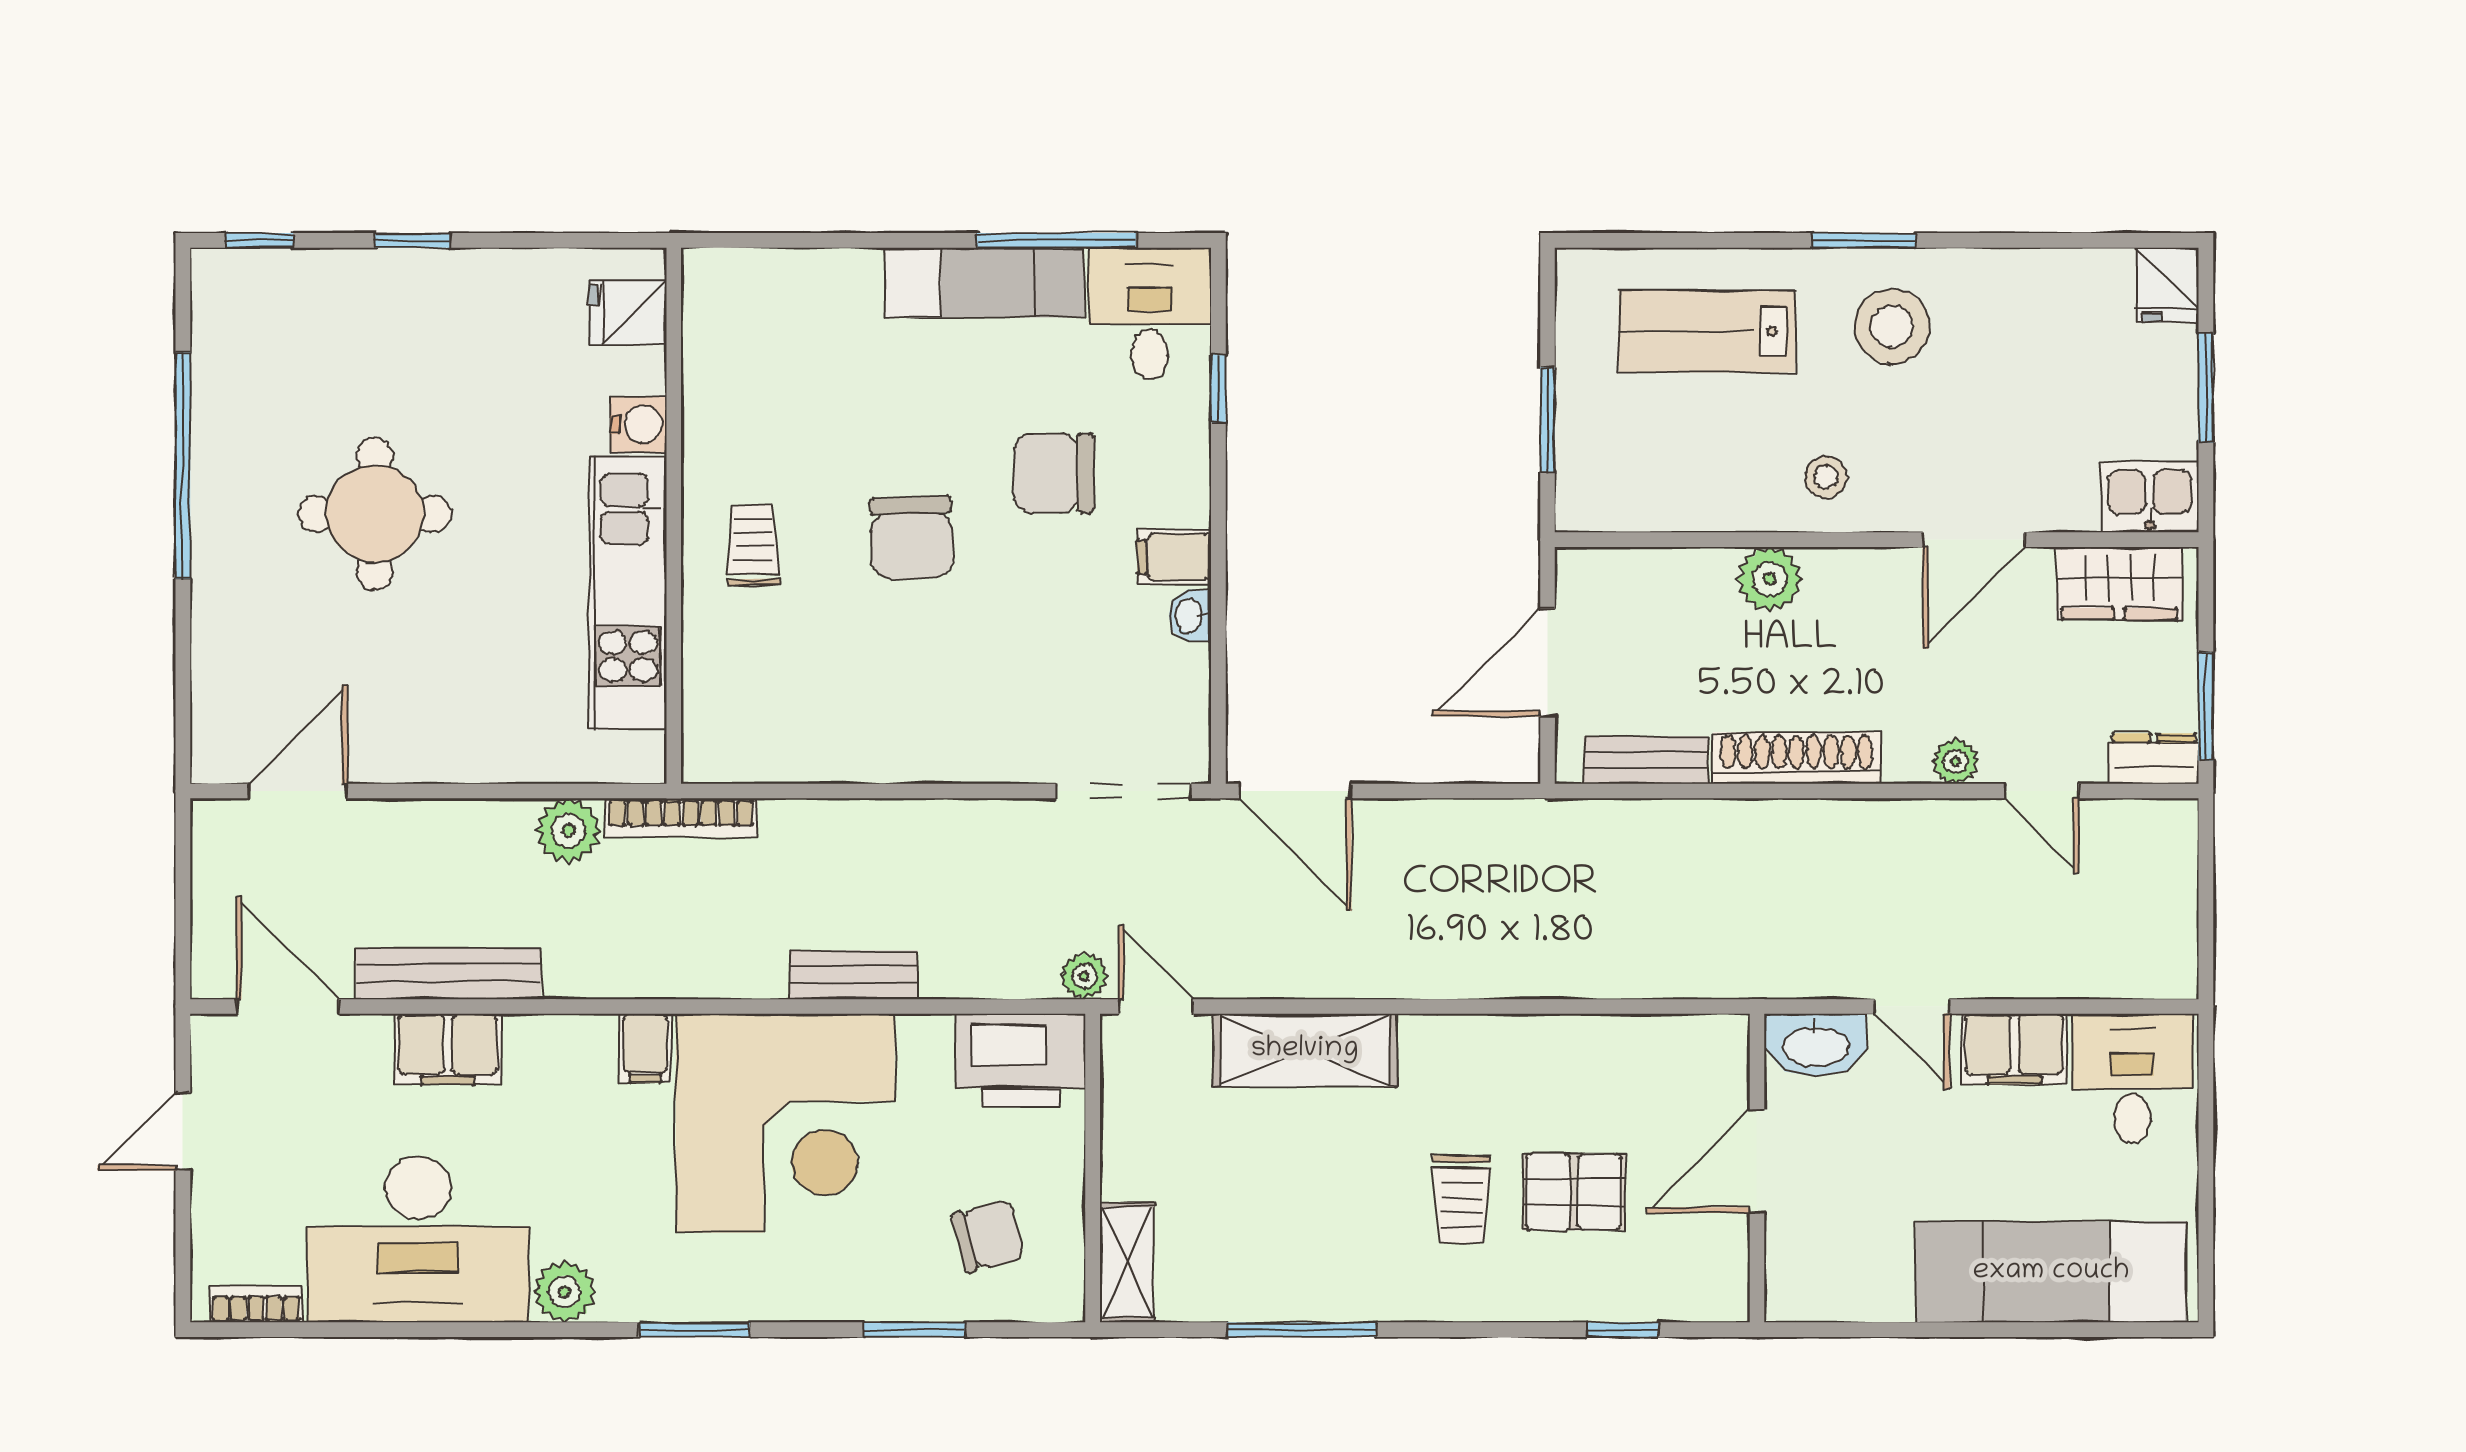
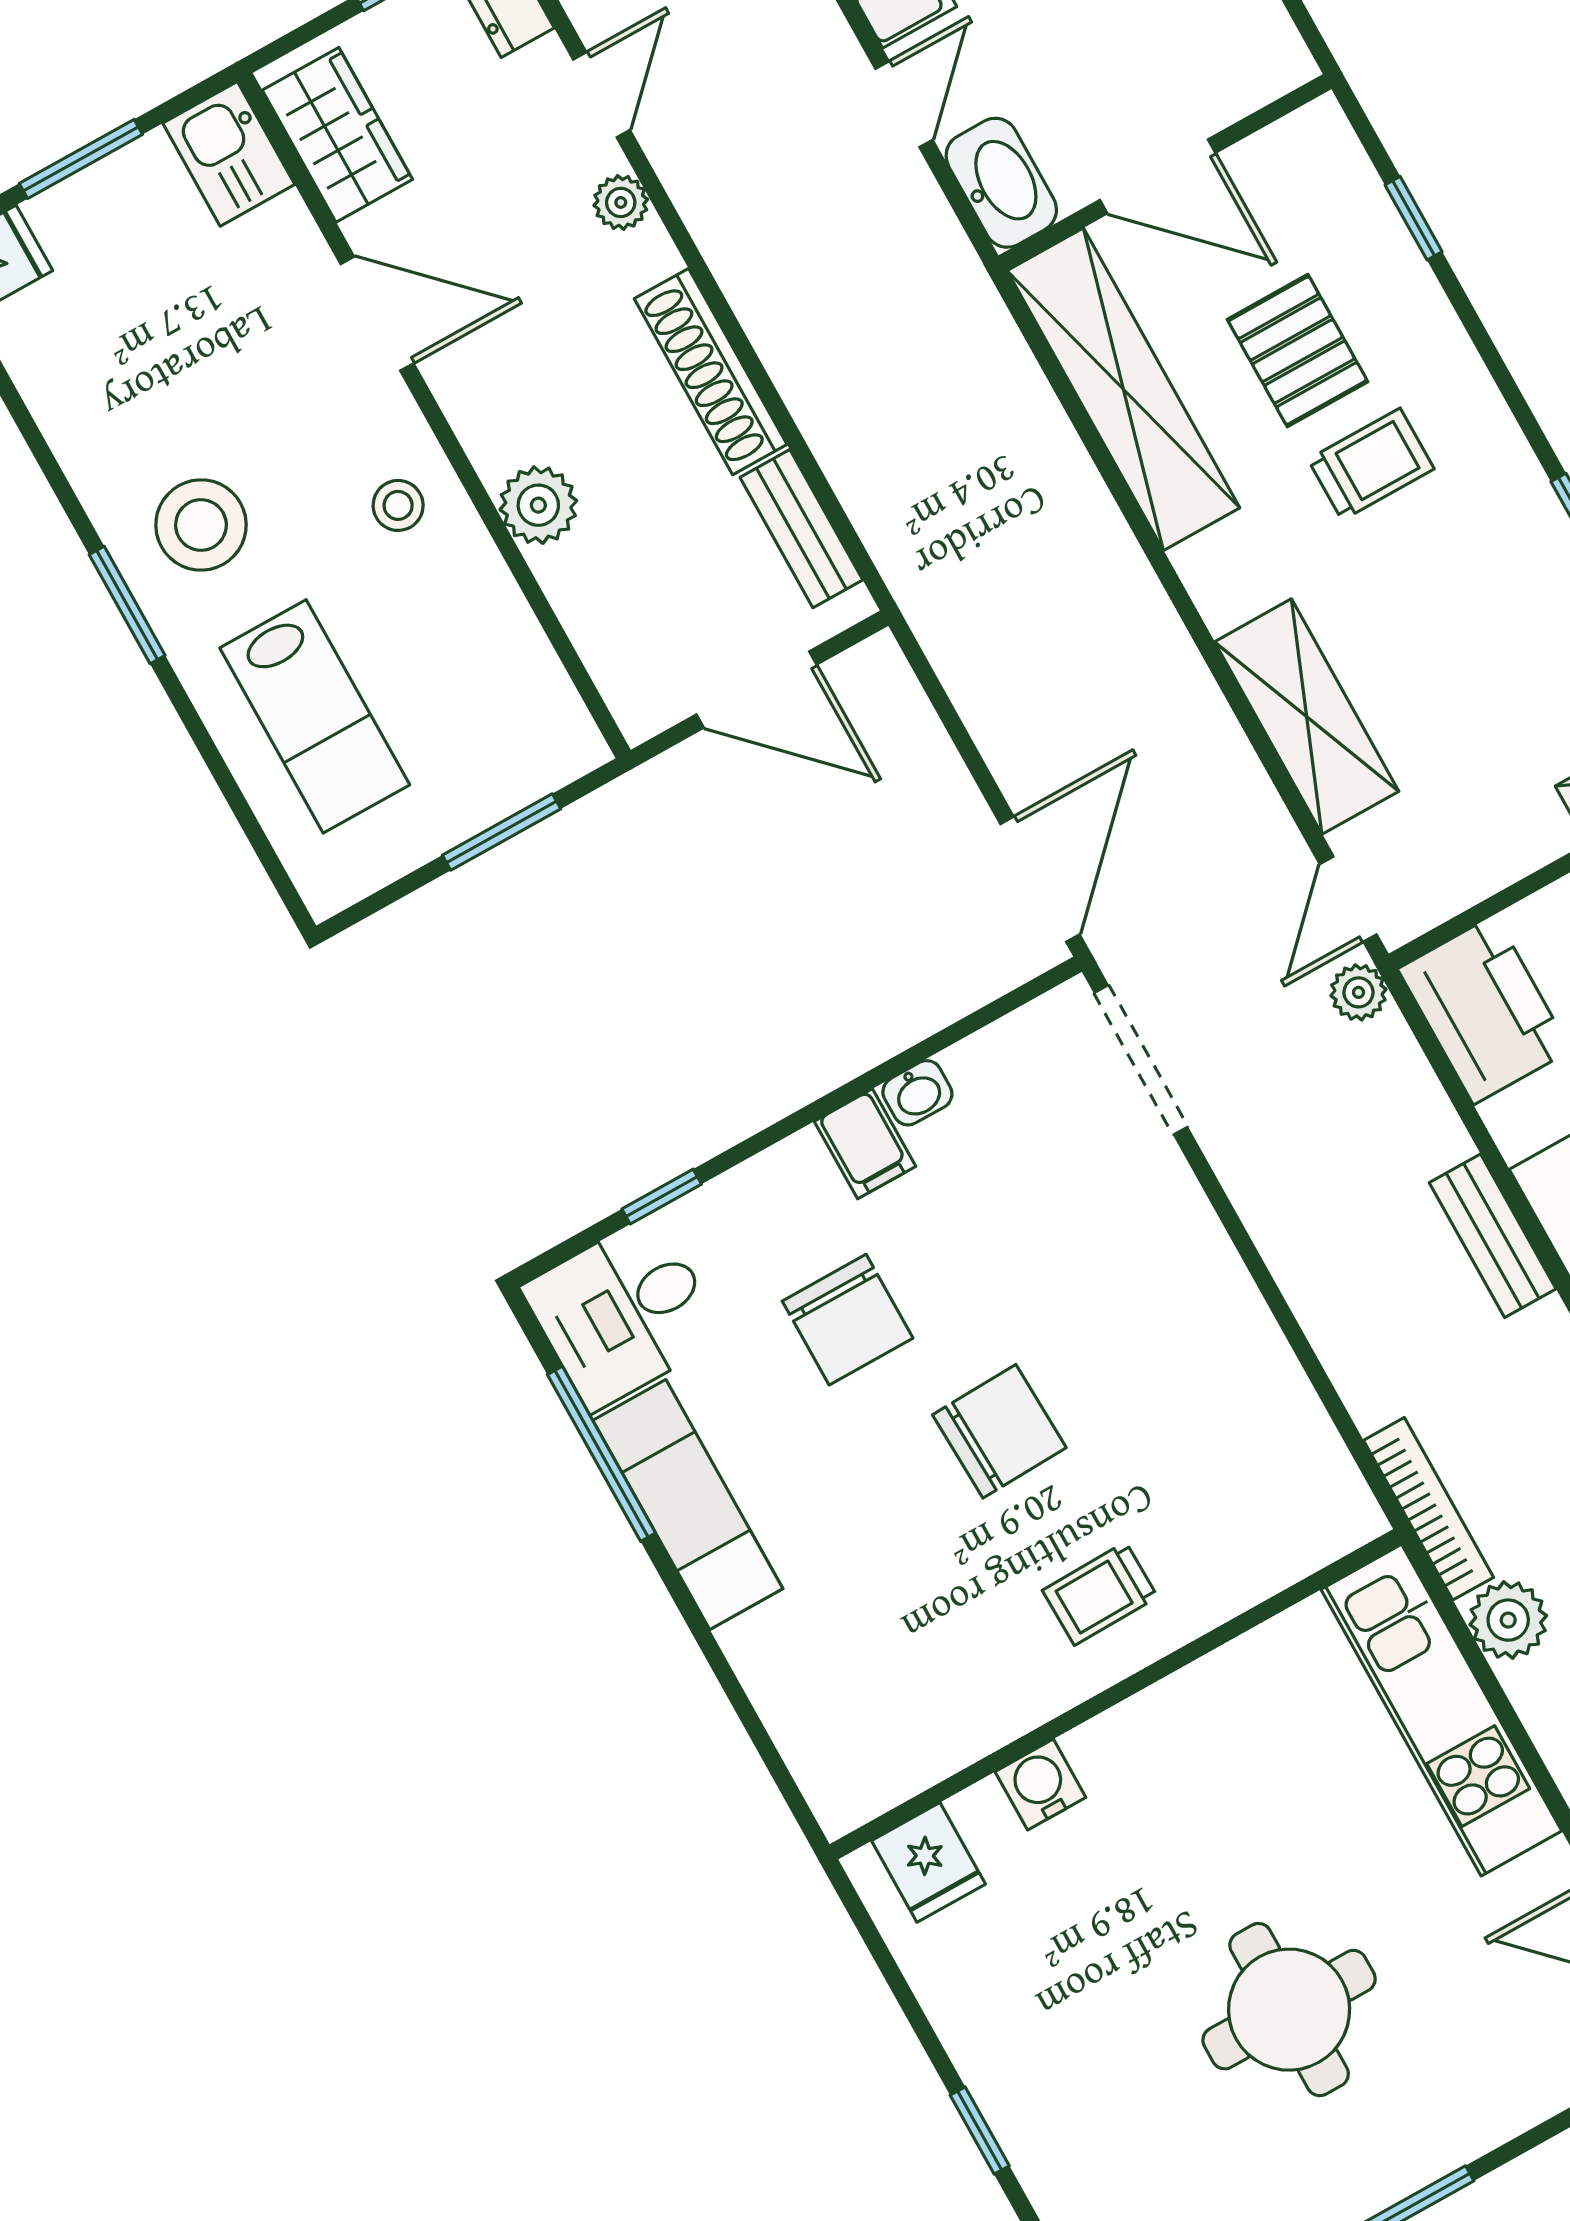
kitchen unit: (628, 594) -> (1441, 1710), moved, turned 90
shelving: (1617, 1050) -> (1123, 389), added

